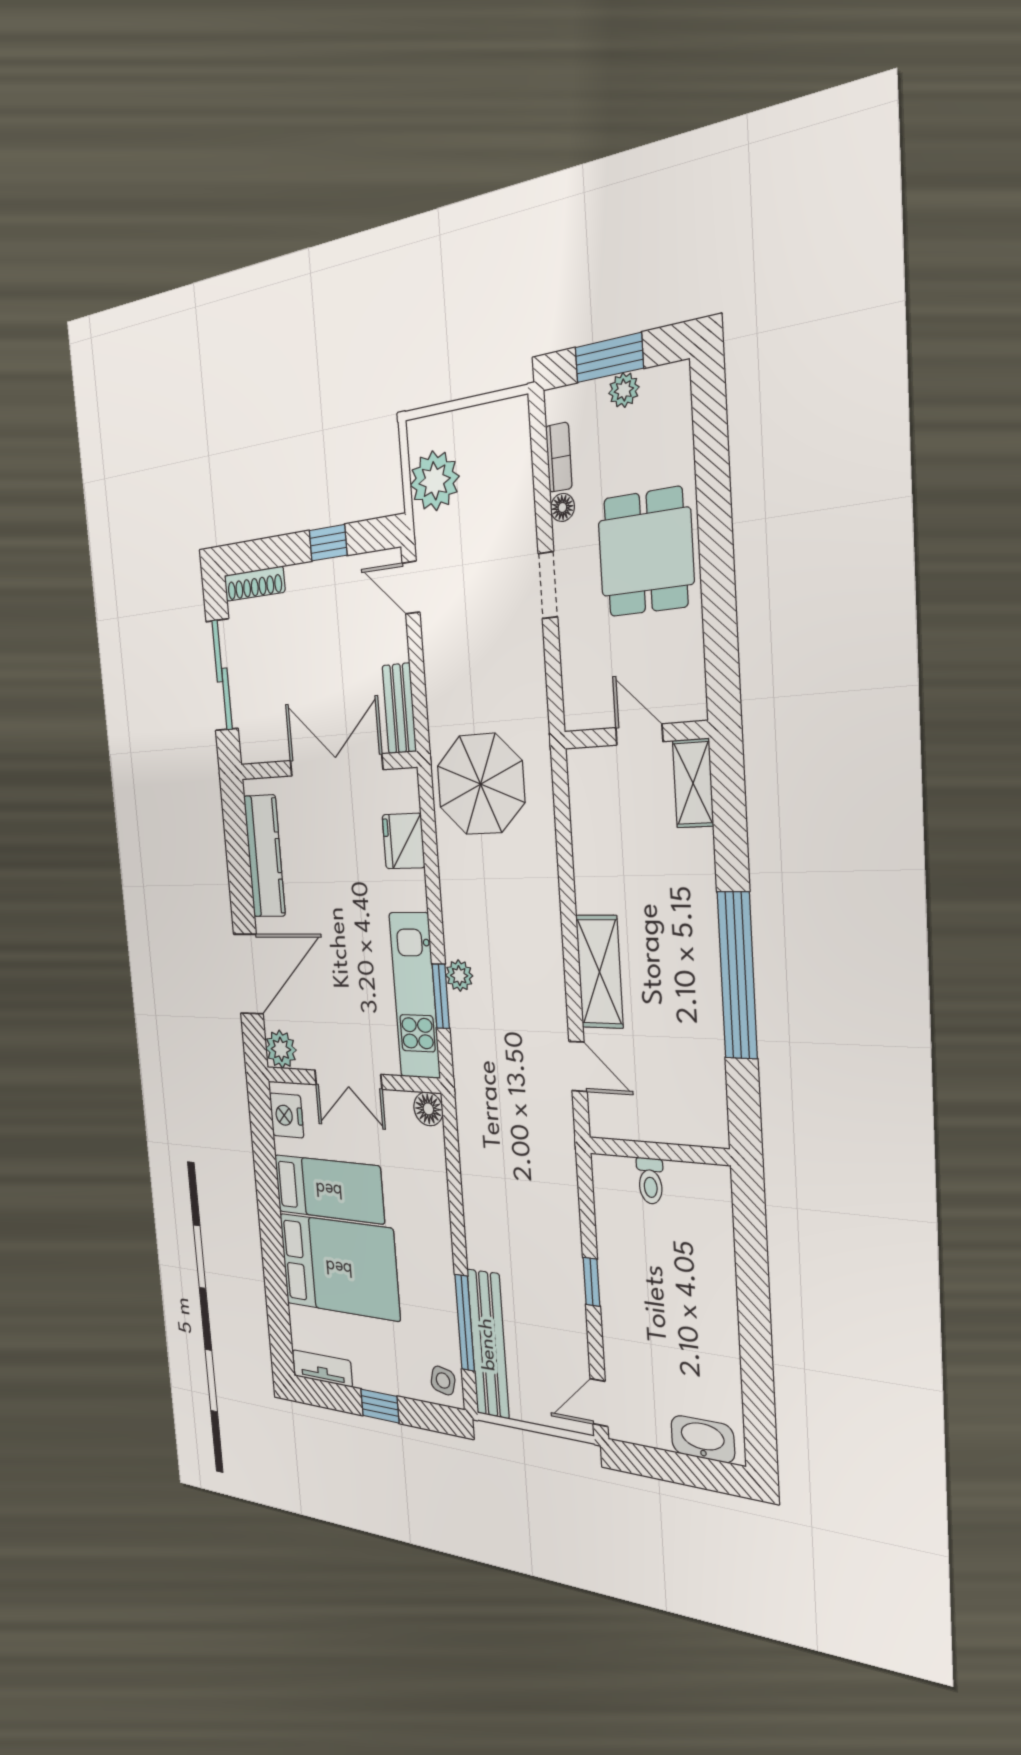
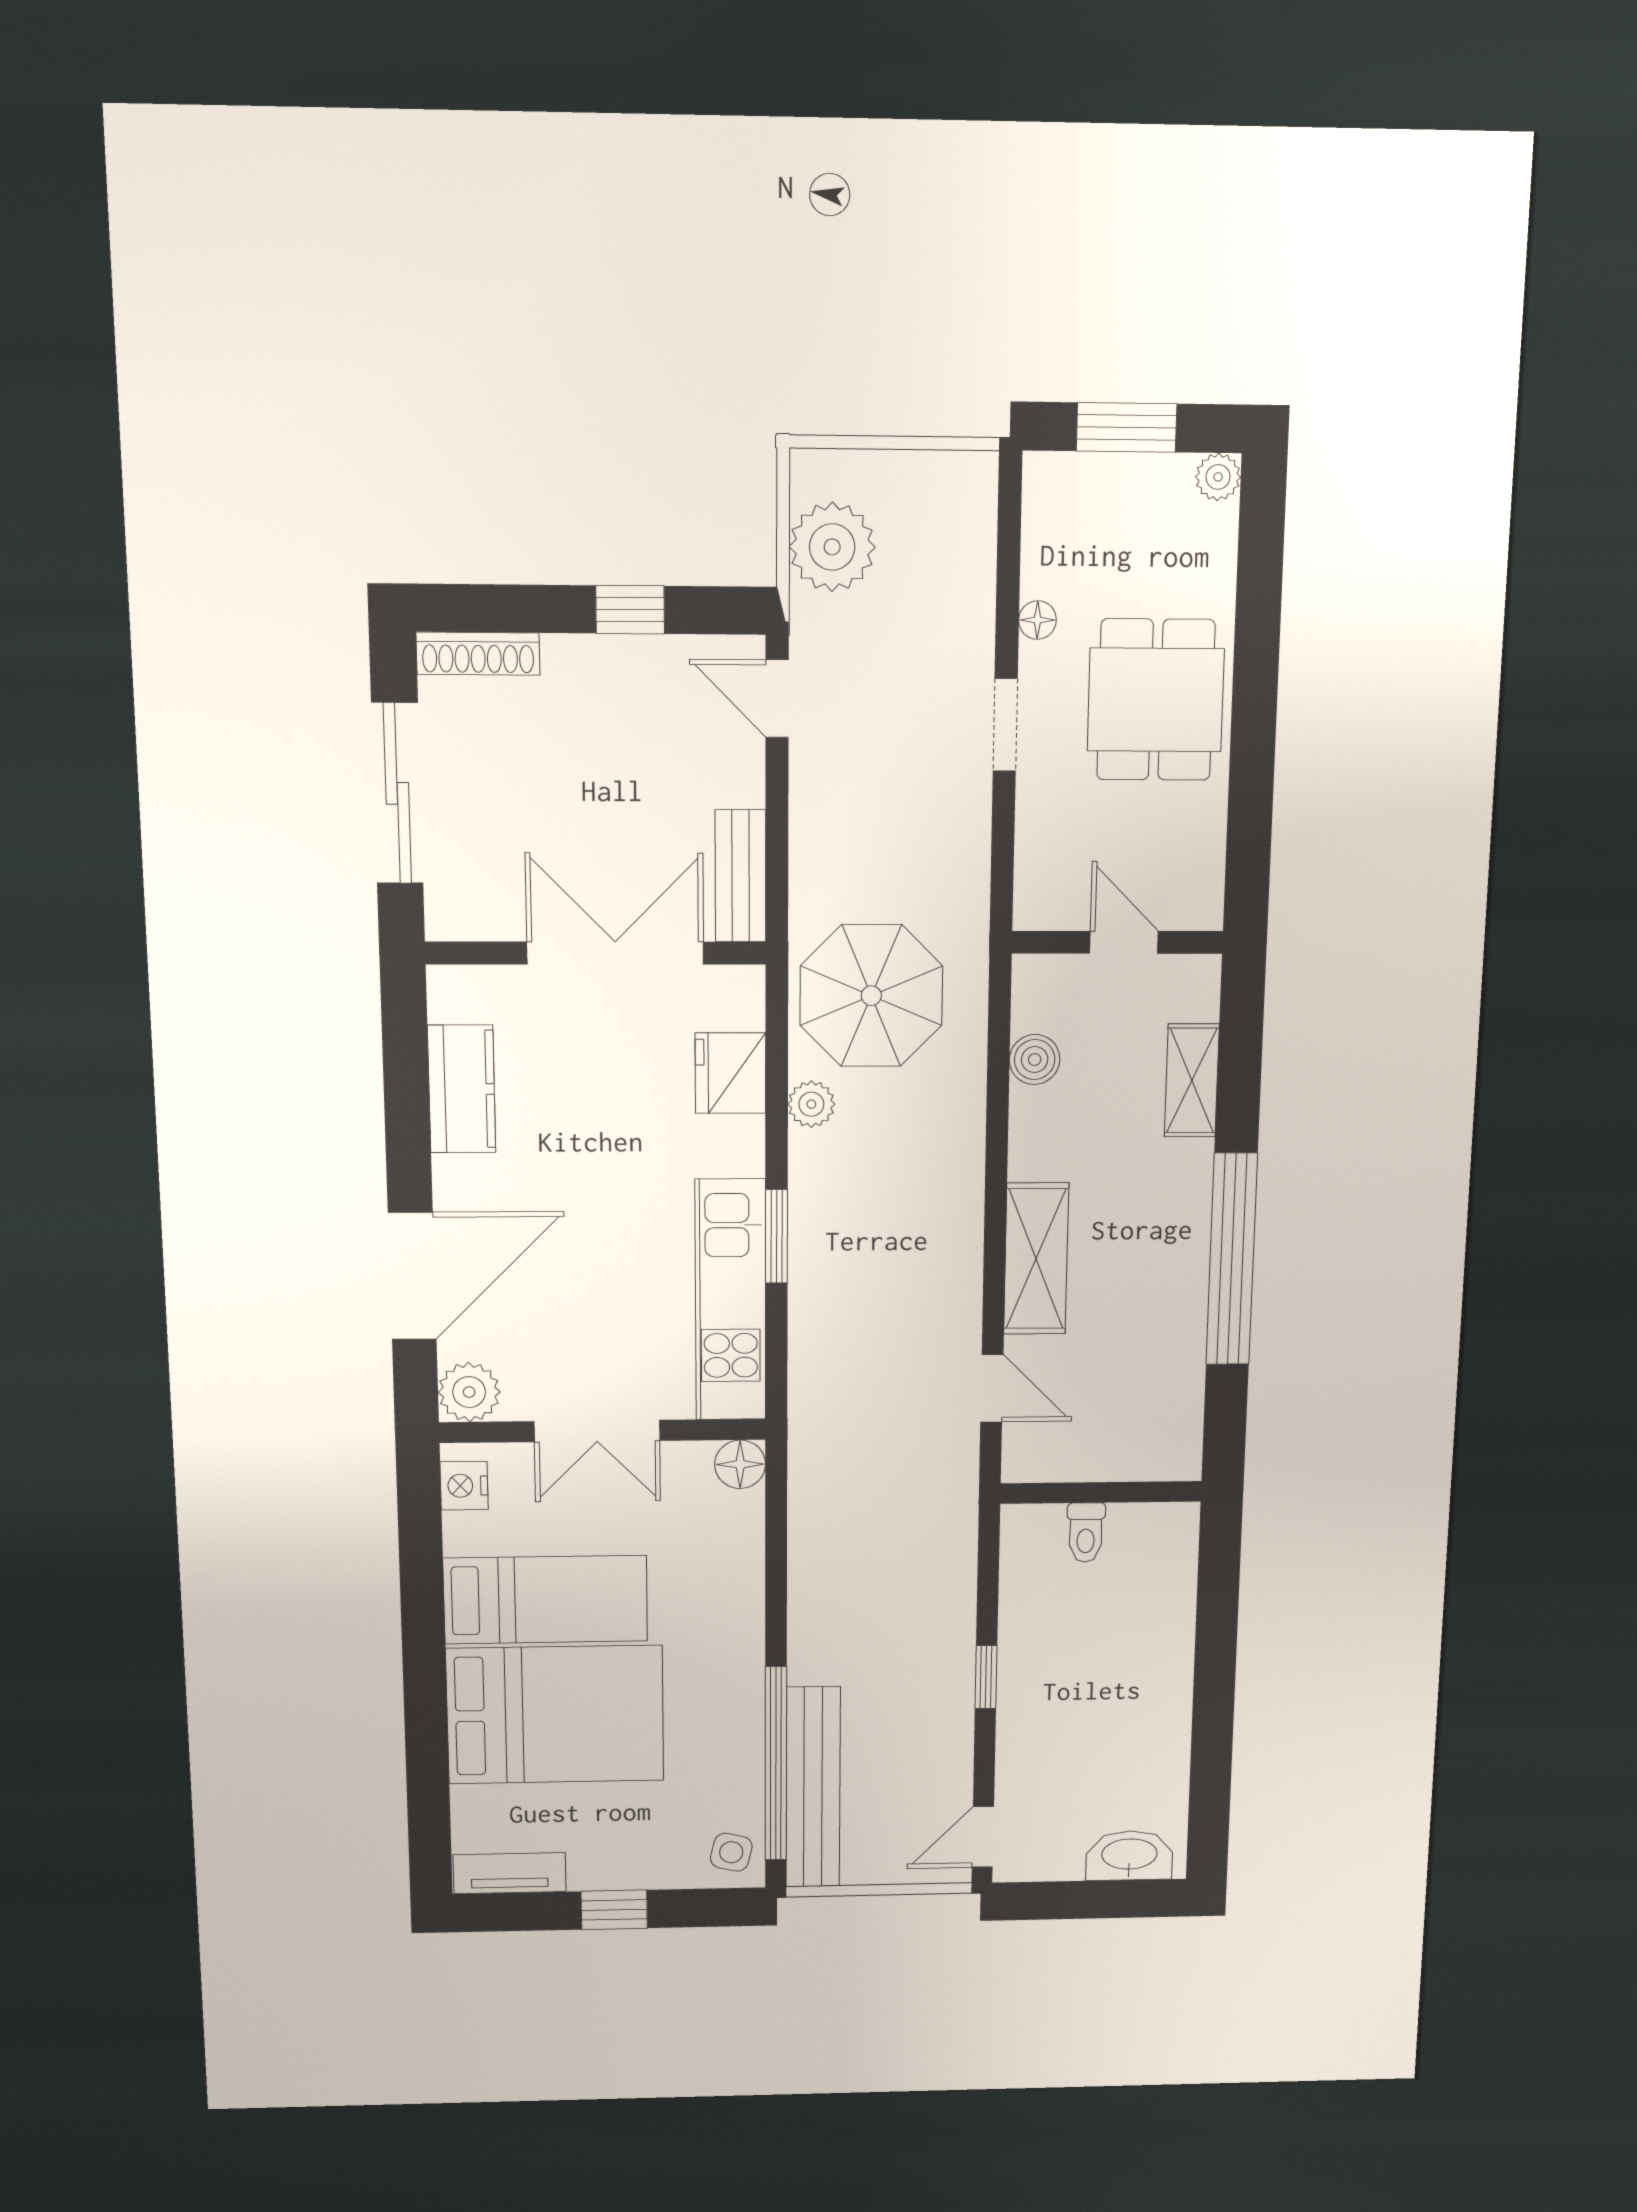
plant: (624, 390) -> (1218, 477), moved
bookcase: (559, 457) -> (1038, 549), removed
shelving: (693, 783) -> (1192, 1080), moved
boiler: (586, 825) -> (1035, 1059), added
kitchen counter: (264, 856) -> (462, 1089), width x0.67
plant: (459, 976) -> (811, 1104), moved
window: (441, 996) -> (776, 1236), moved
nightstand: (287, 1115) -> (464, 1486), width x0.74, depth x0.75
window: (465, 1323) -> (776, 1764), width x1.46

